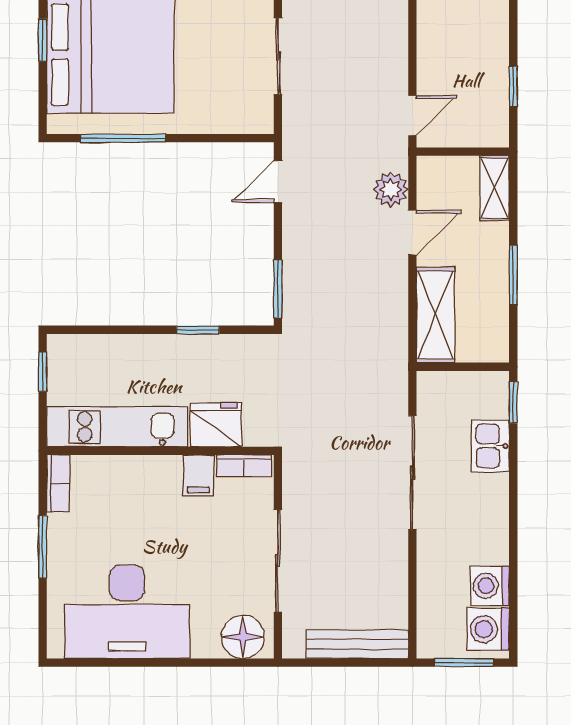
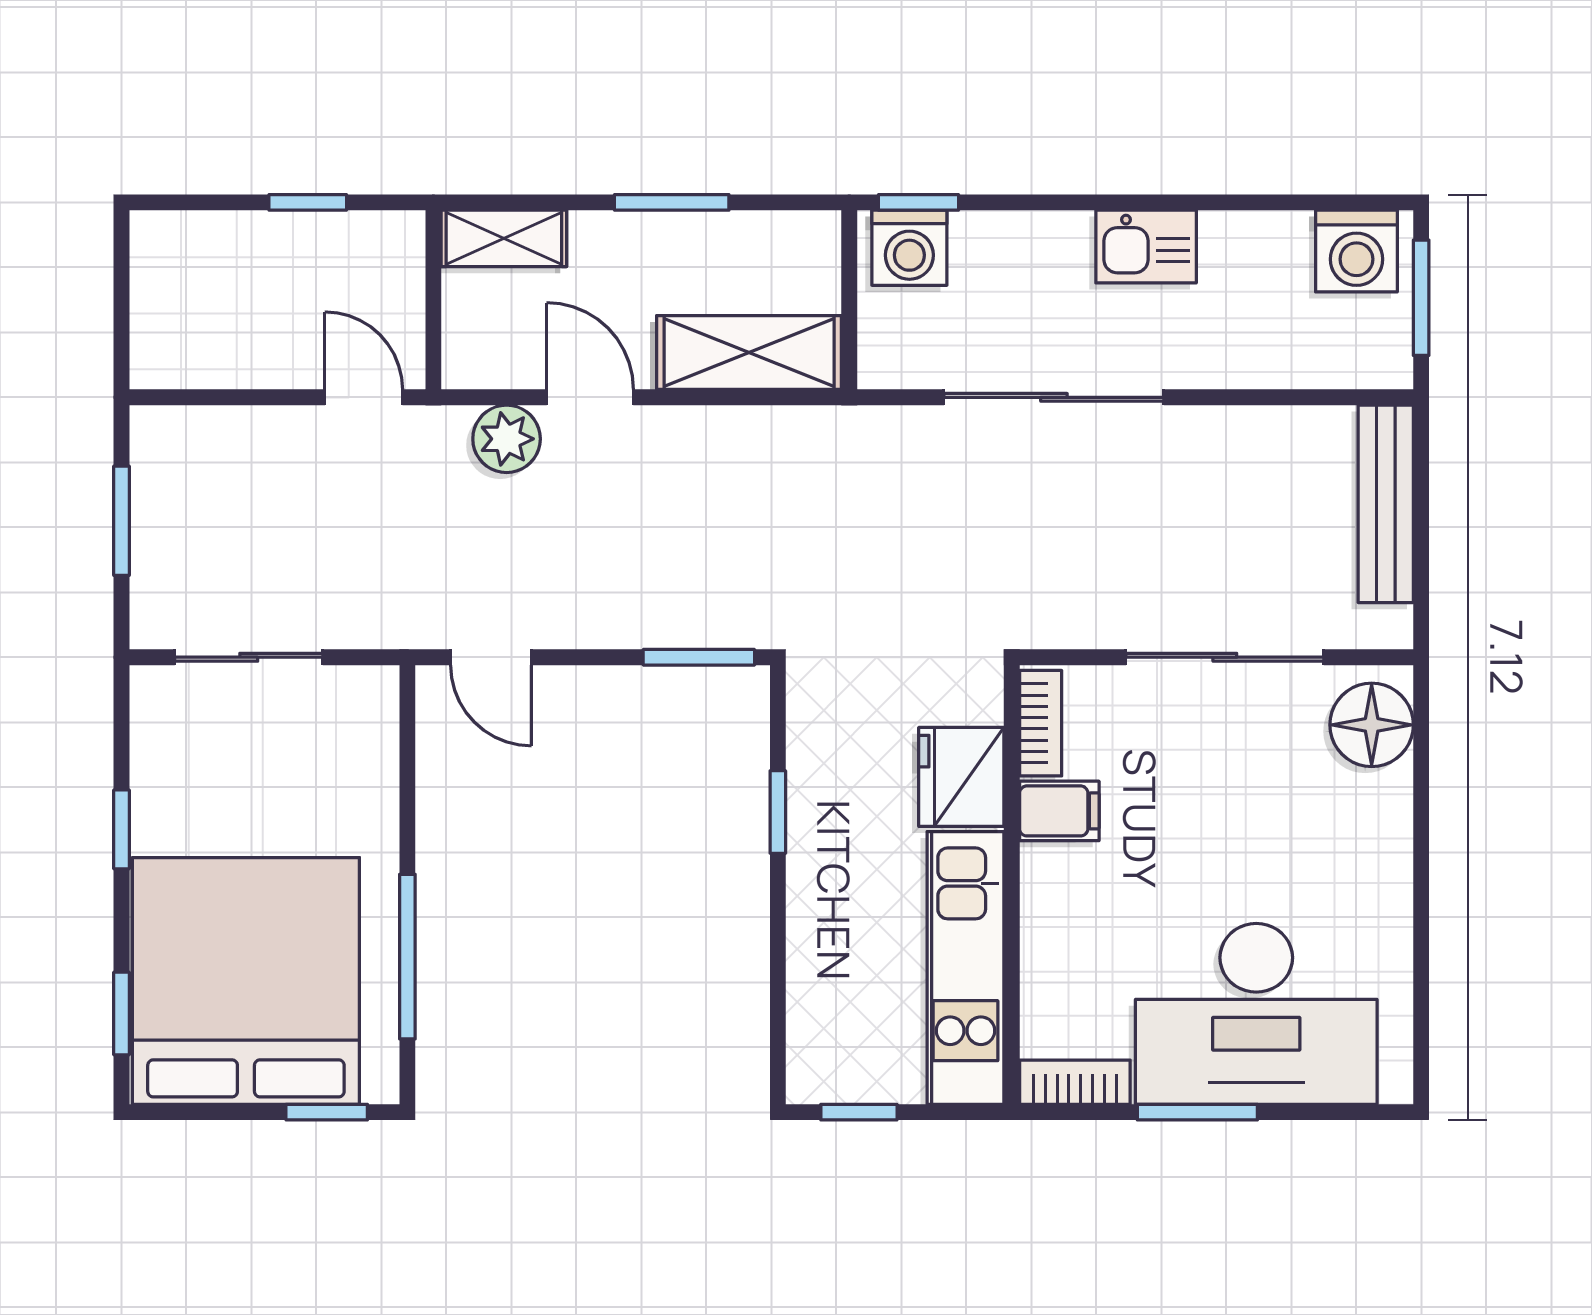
window: (43, 40) -> (327, 1112), moved
kitchen sink: (490, 446) -> (1146, 247), moved
washing machine: (490, 586) -> (909, 248), moved
desk: (127, 612) -> (1256, 1014), moved, turned 90

